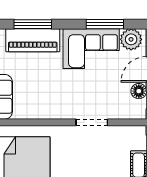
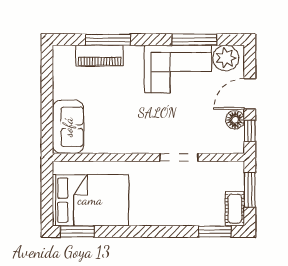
piano: (33, 40) -> (99, 56), width x0.73, depth x0.75

